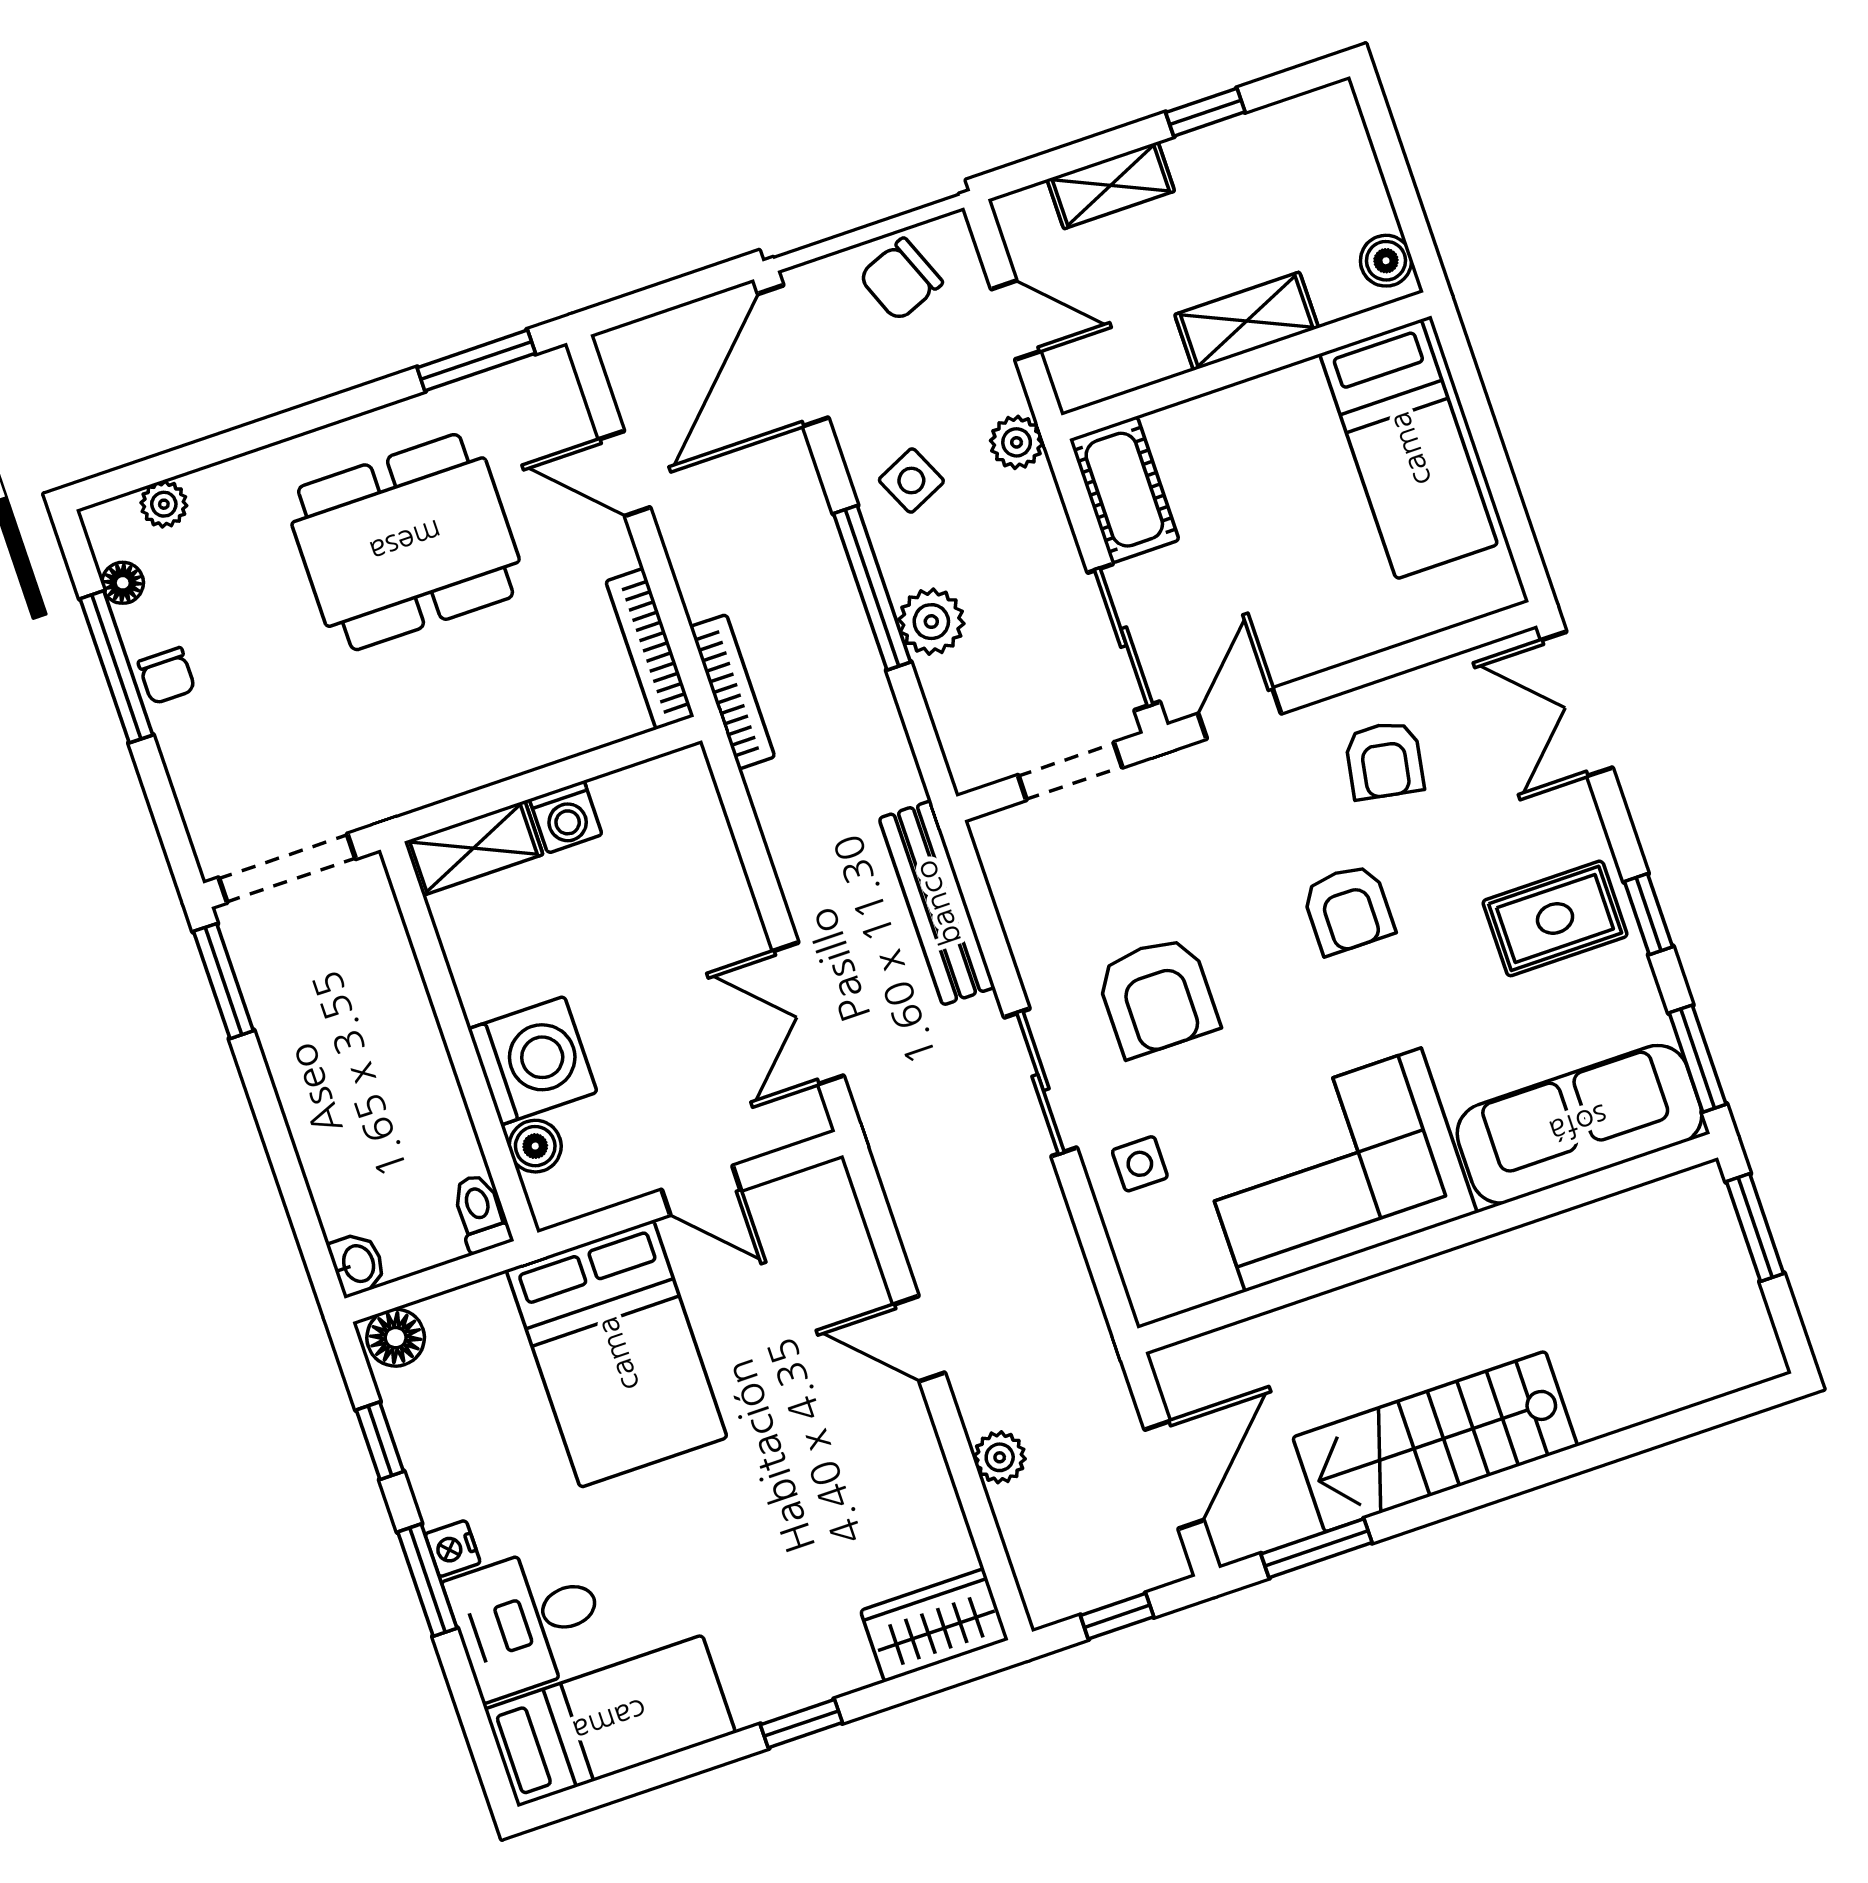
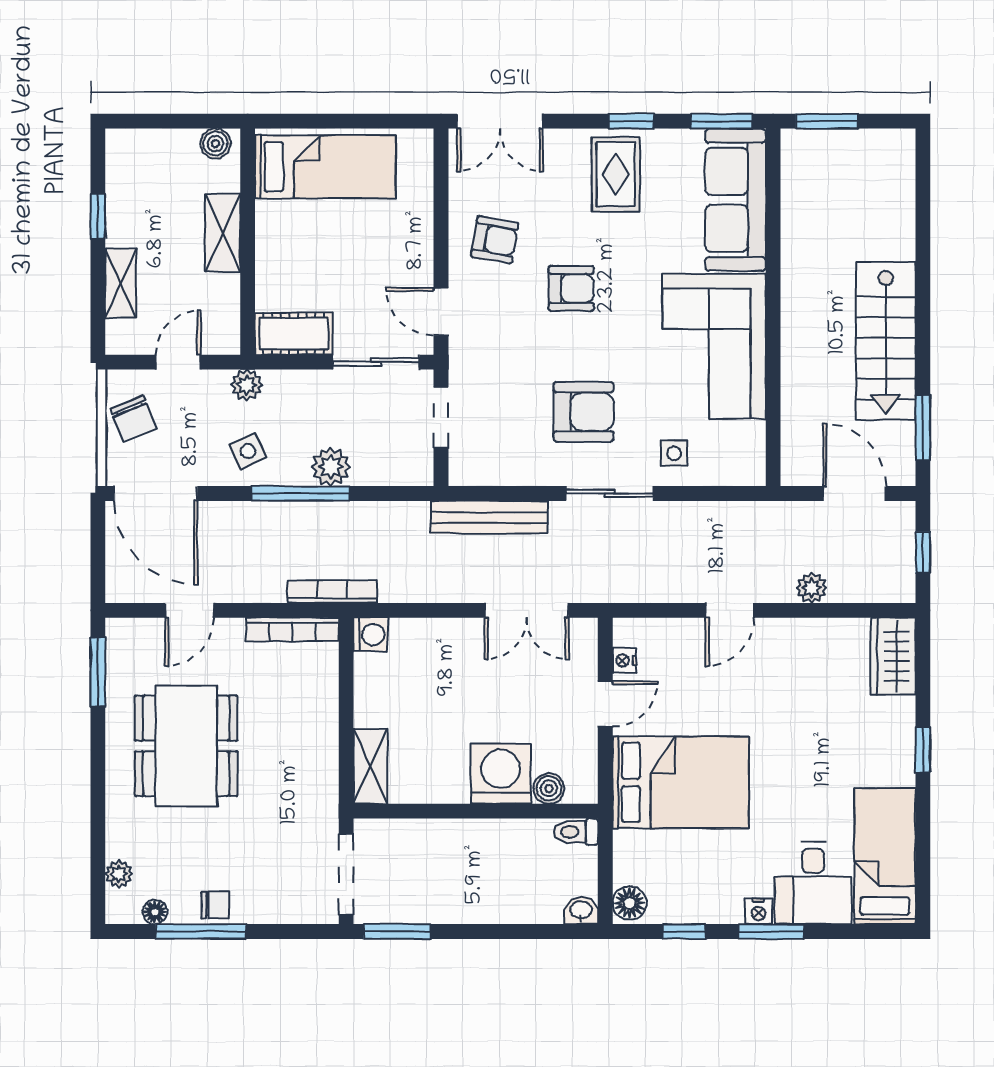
washing machine: (566, 817) -> (370, 635), moved
nightstand: (781, 1197) -> (624, 661), added

